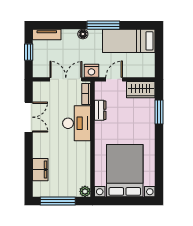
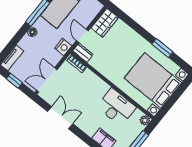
double door: (66, 79) -> (47, 80), moved
dresser: (100, 110) -> (83, 53), moved
window: (159, 112) -> (162, 48), moved
desk: (77, 123) -> (116, 107), moved

